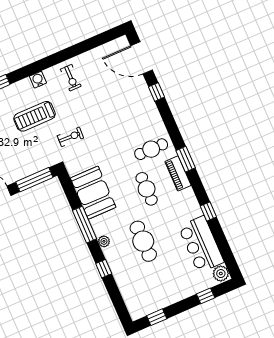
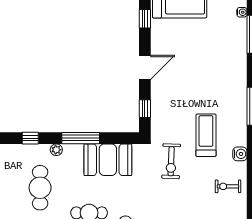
exercise bike: (70, 137) -> (171, 161), width x1.38, depth x1.39
window: (34, 180) -> (145, 109), width x0.46
cafe table: (143, 241) -> (40, 188), turned 90

